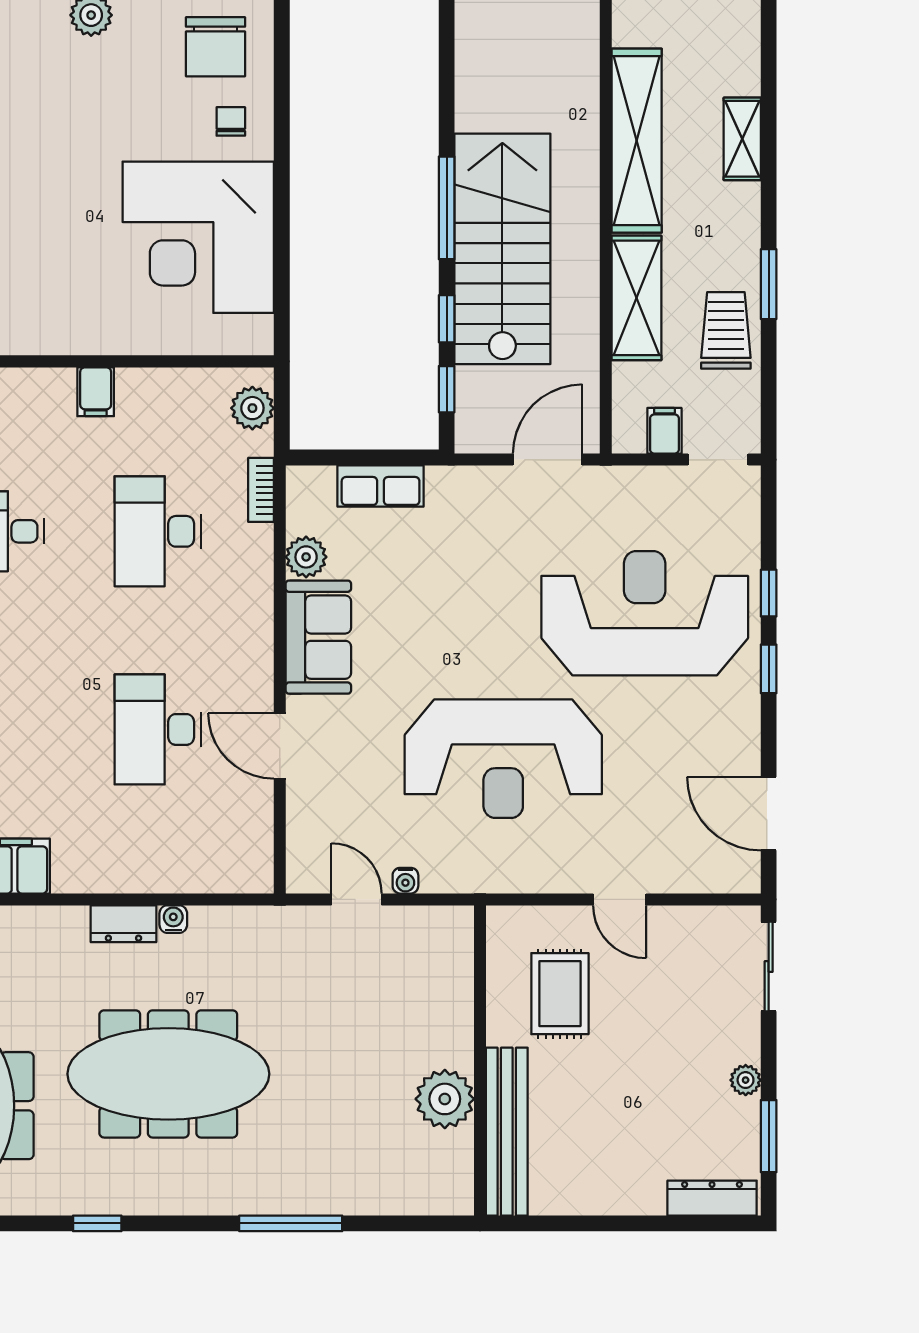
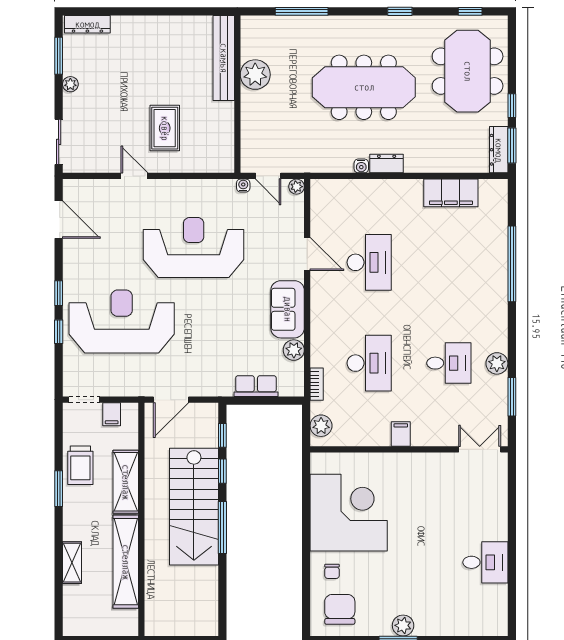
reception desk: (645, 613) -> (122, 321), turned 180
plant: (301, 878) -> (297, 187), added
wall: (480, 1060) -> (237, 94), moved
plant: (445, 1099) -> (255, 75), moved
bench: (507, 1132) -> (224, 58), moved

